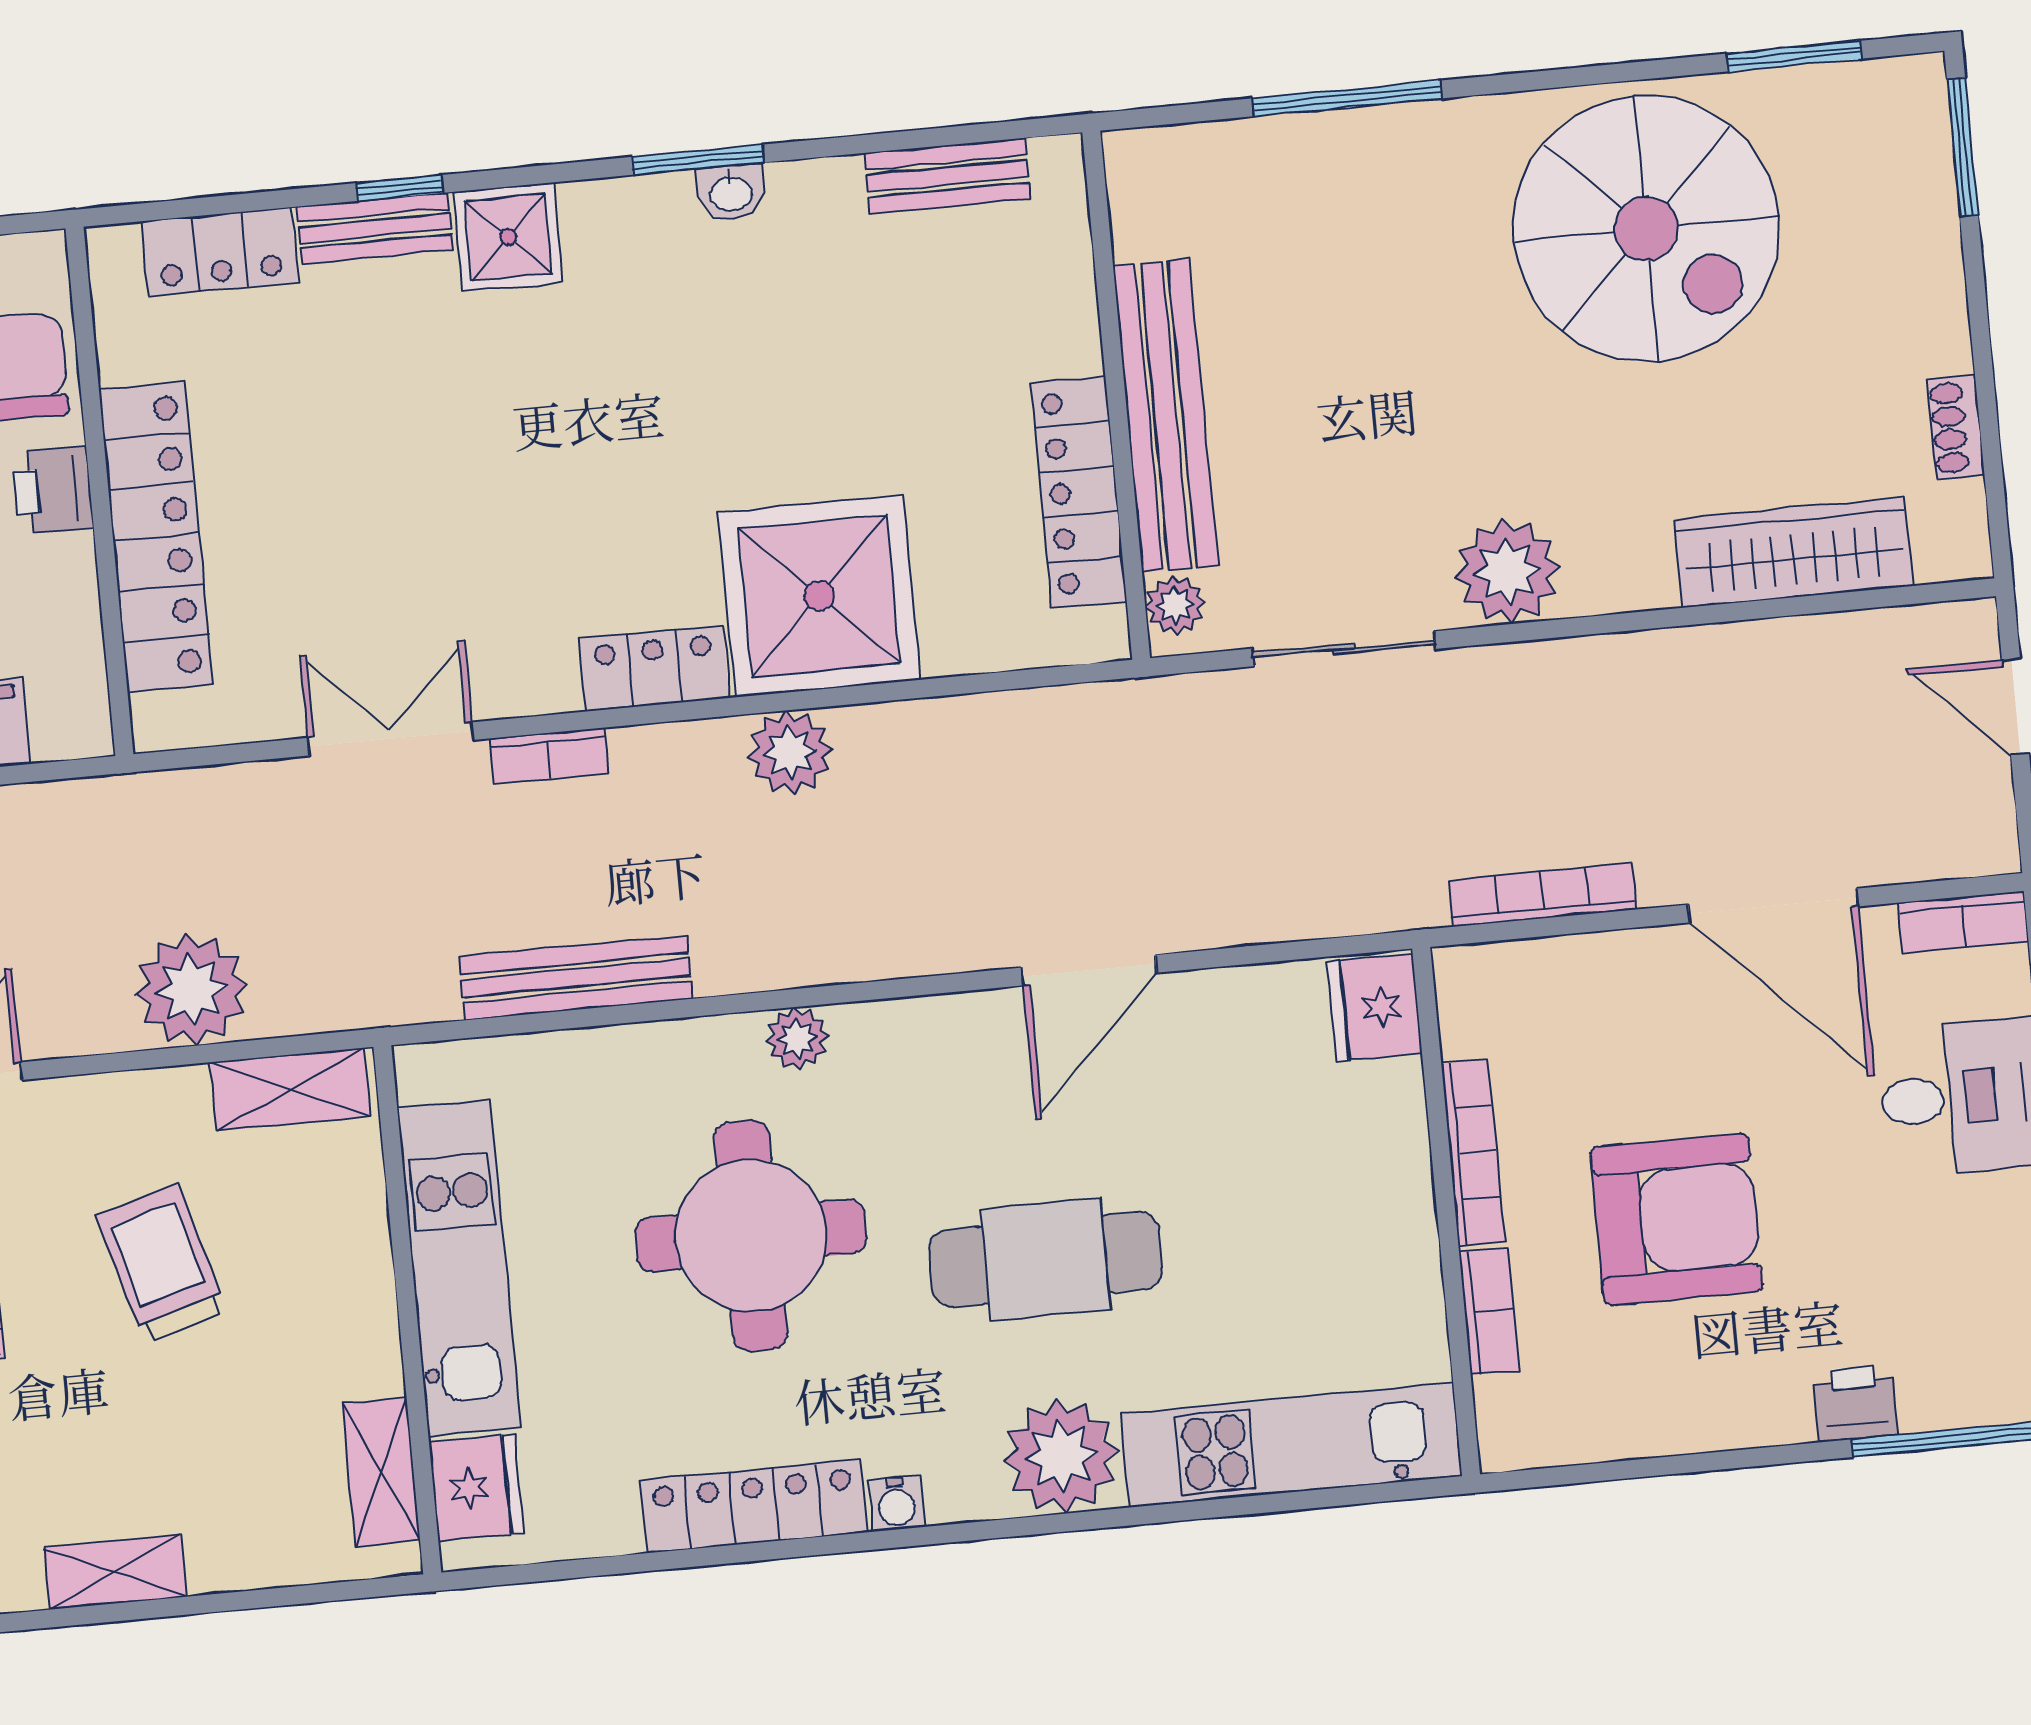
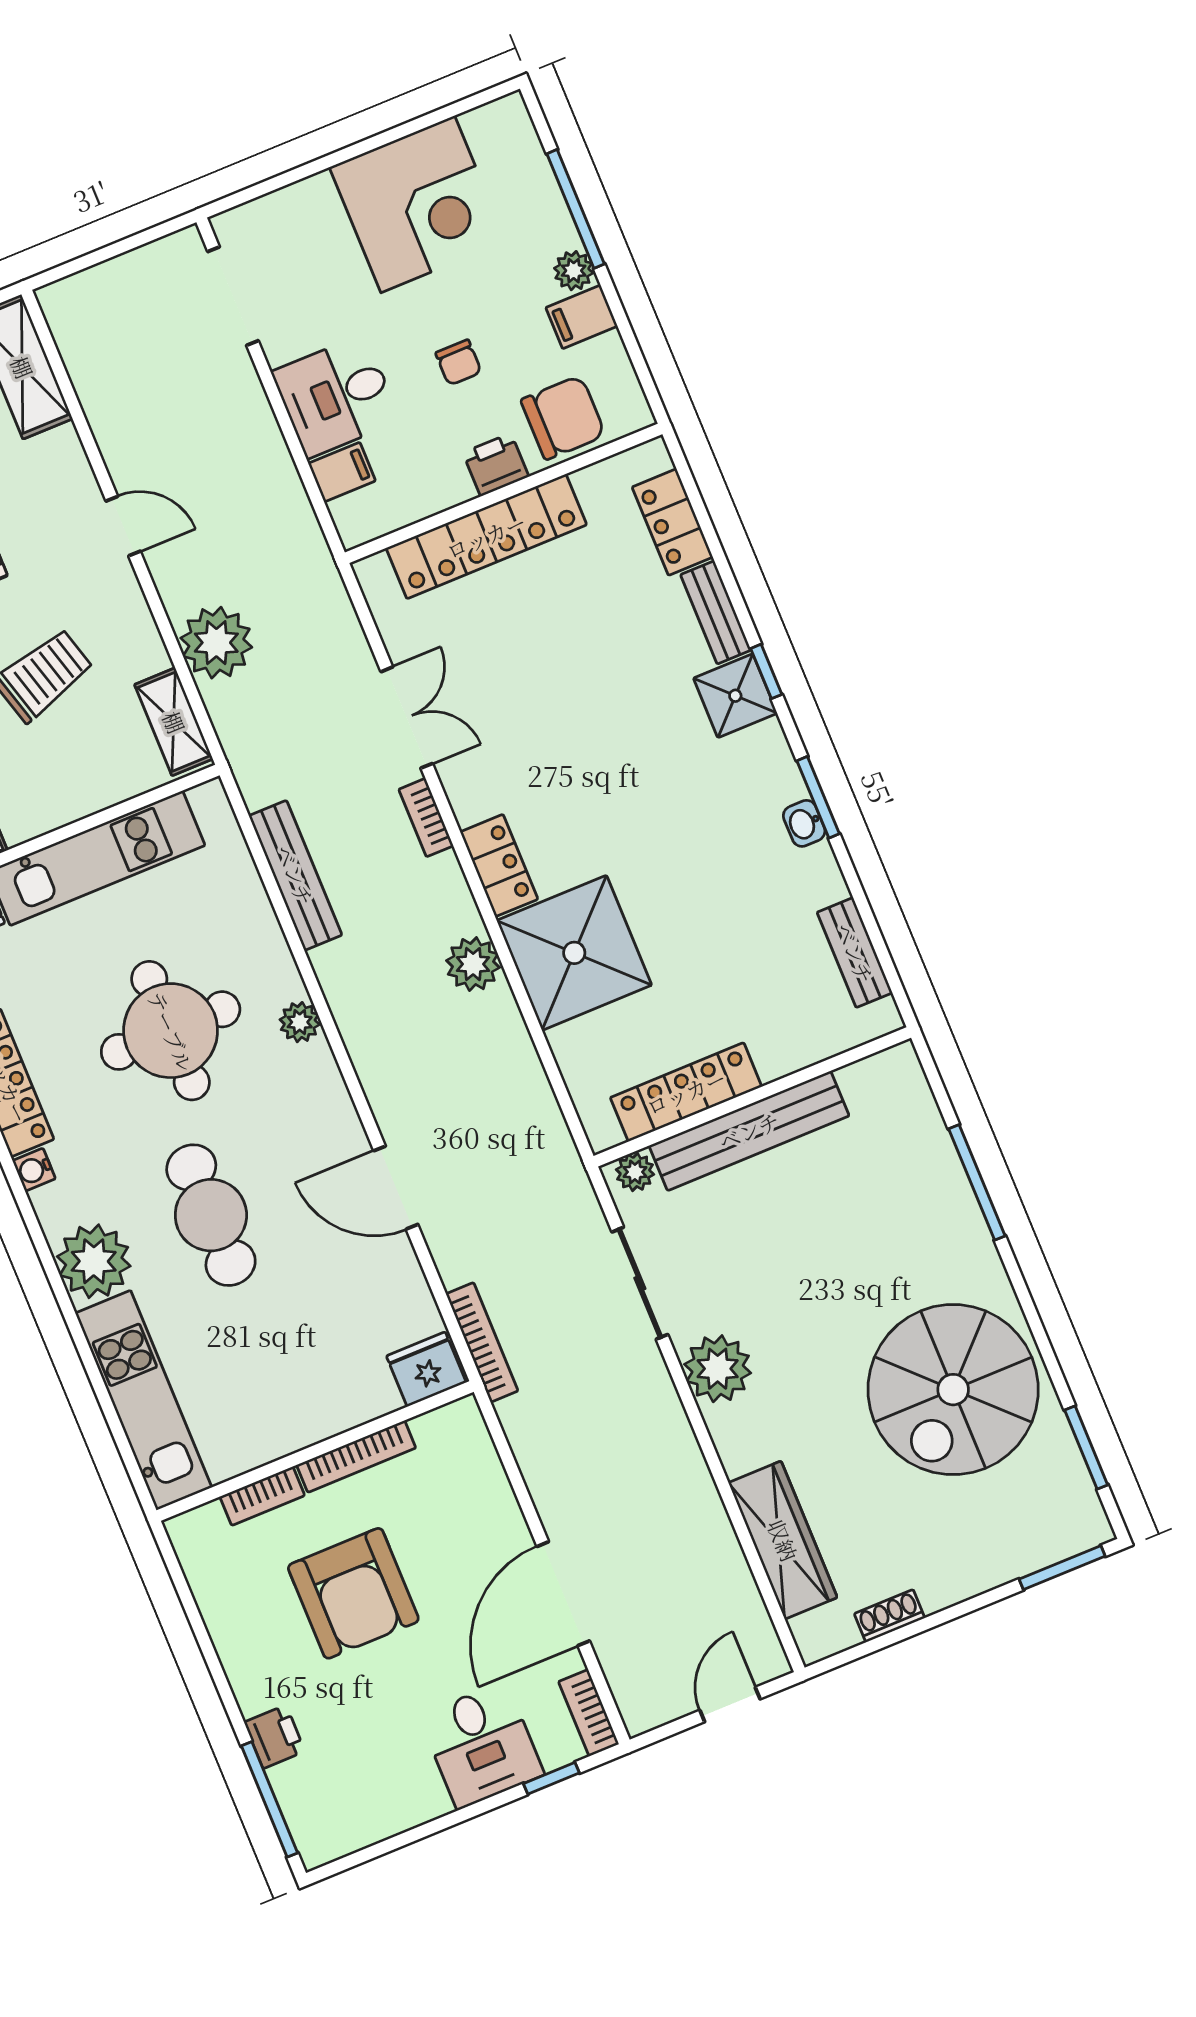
window: (399, 188) -> (766, 671), moved
bookcase: (1542, 895) -> (482, 1342), moved

